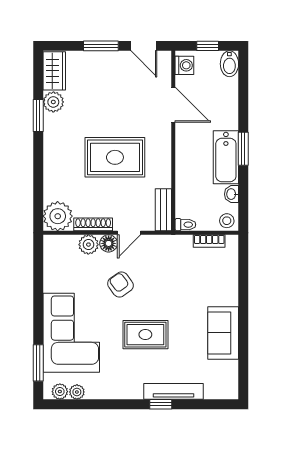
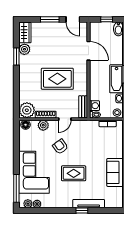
washing machine: (184, 65) -> (94, 106), moved
floor lamp: (109, 243) -> (26, 125), moved
window: (38, 363) -> (16, 188), width x1.44

